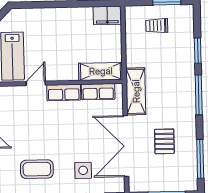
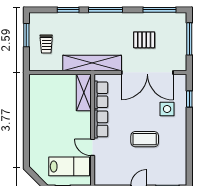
filing cabinet: (107, 15) -> (37, 86), removed
shelving: (136, 91) -> (92, 63), width x1.47
coffee table: (37, 169) -> (145, 139), moved, turned 90

